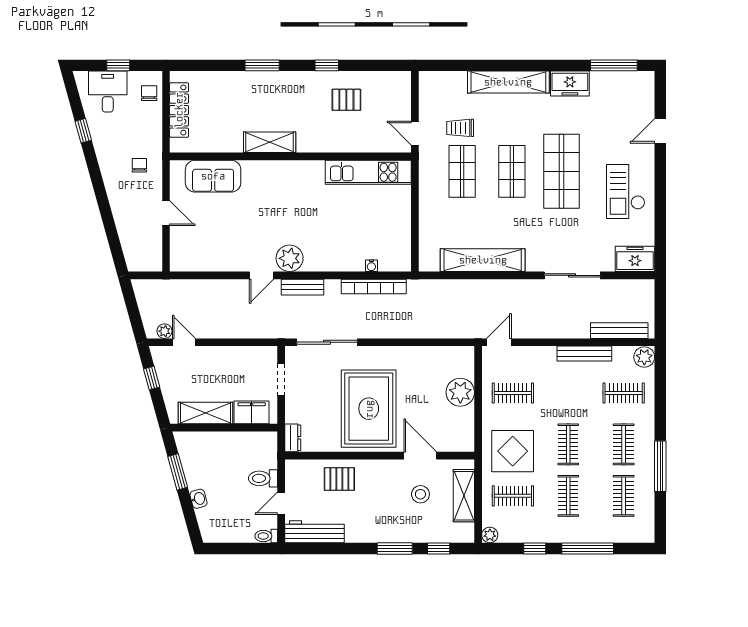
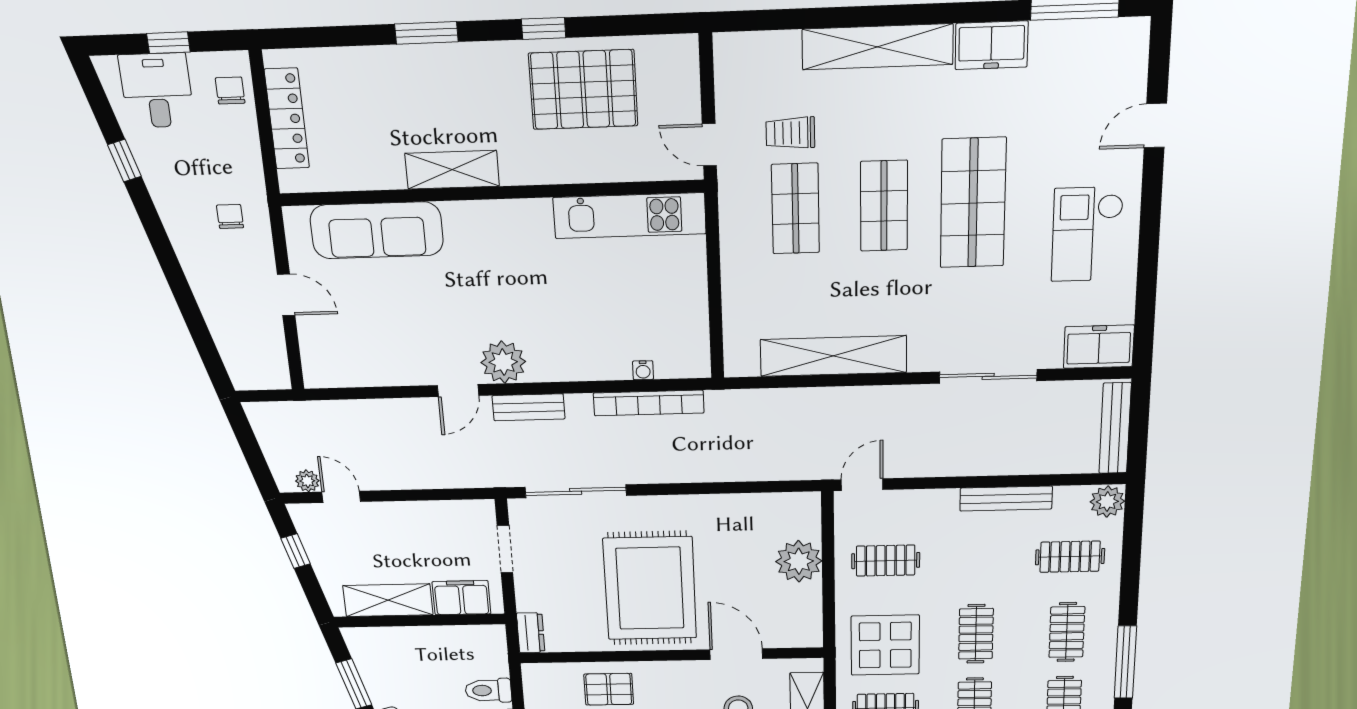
pallet: (346, 100) -> (583, 90), width x2.05, depth x2.00
sofa: (213, 176) -> (377, 230), width x1.36
bench: (619, 331) -> (1115, 428), moved, turned 90

